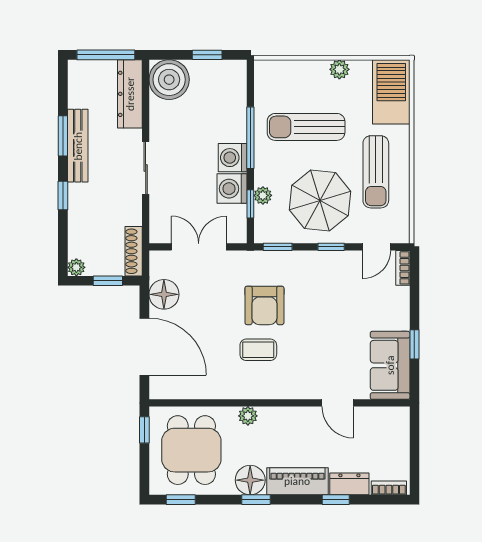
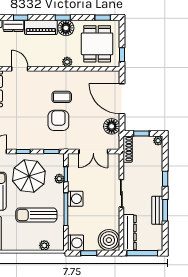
plant: (339, 69) -> (44, 245), moved
sun lounger: (306, 127) -> (36, 215), turned 180
bench: (78, 146) -> (157, 210), width x0.73
washing machine: (232, 189) -> (76, 243), moved

